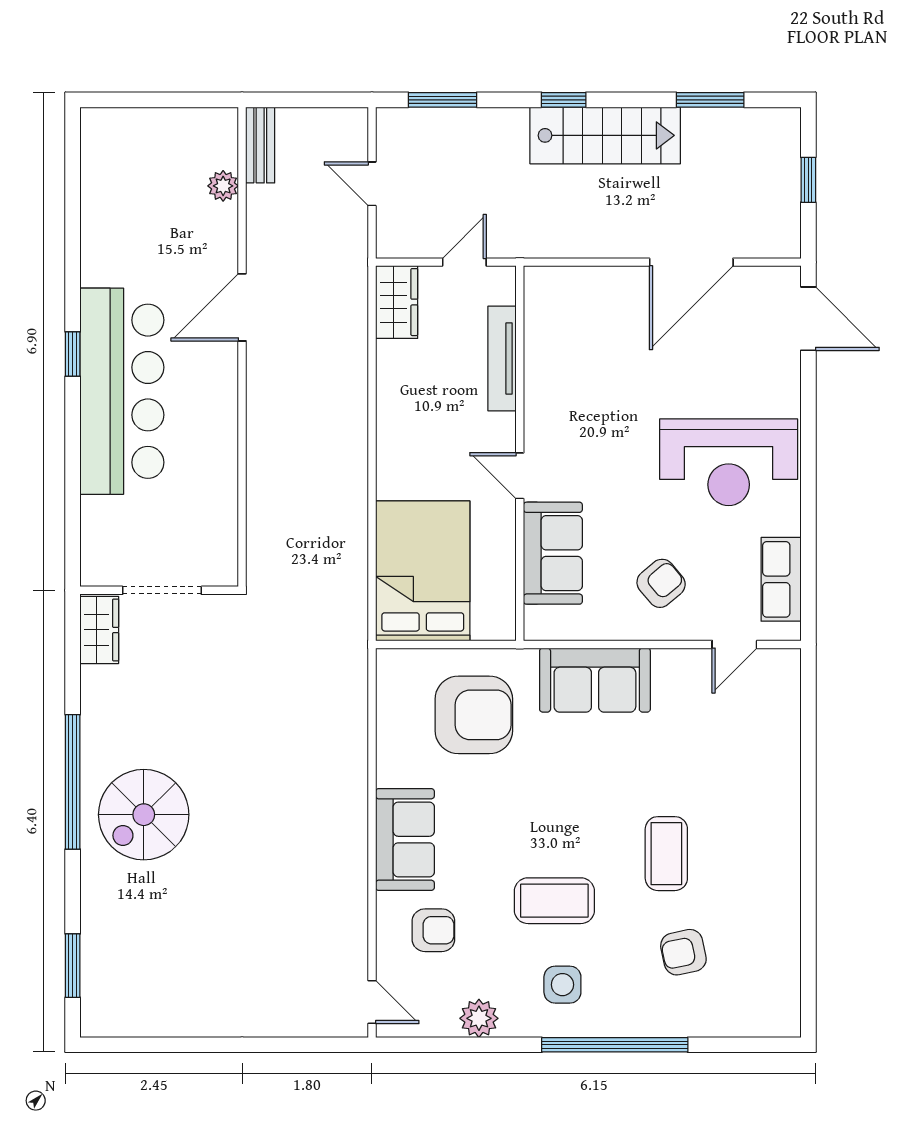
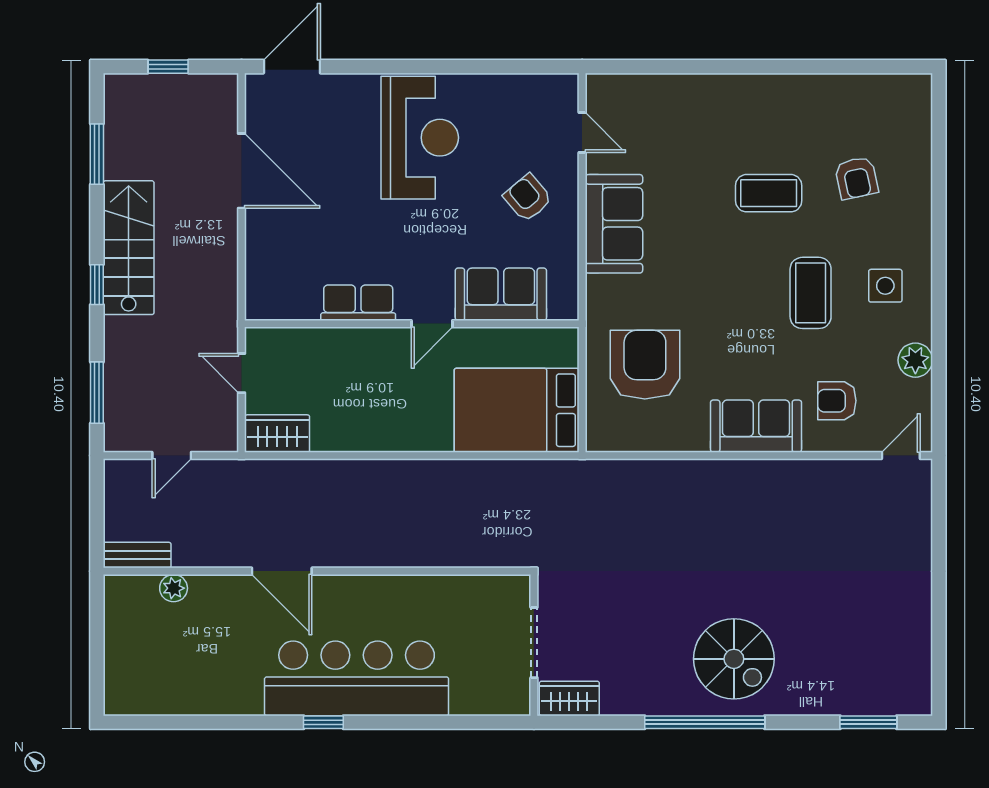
tv unit: (502, 358) -> (327, 340), removed
row of seats: (781, 579) -> (358, 303), moved, turned 180
sofa: (595, 680) -> (614, 224), moved
armchair: (433, 930) -> (837, 401), turned -90
window: (615, 1045) -> (939, 239), removed

